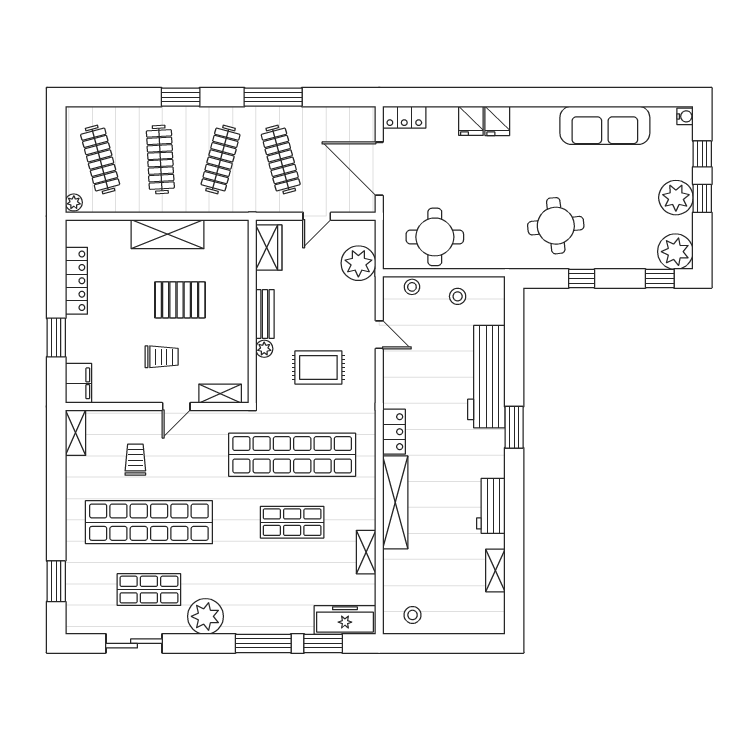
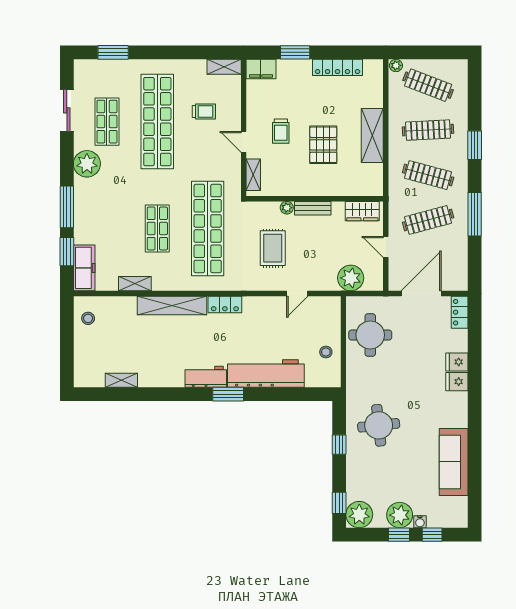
water cooler: (685, 116) -> (420, 522), moved
clothes rail: (100, 159) -> (428, 85), turned 36
stool: (412, 287) -> (333, 318), removed
workbench: (491, 506) -> (206, 377), moved

